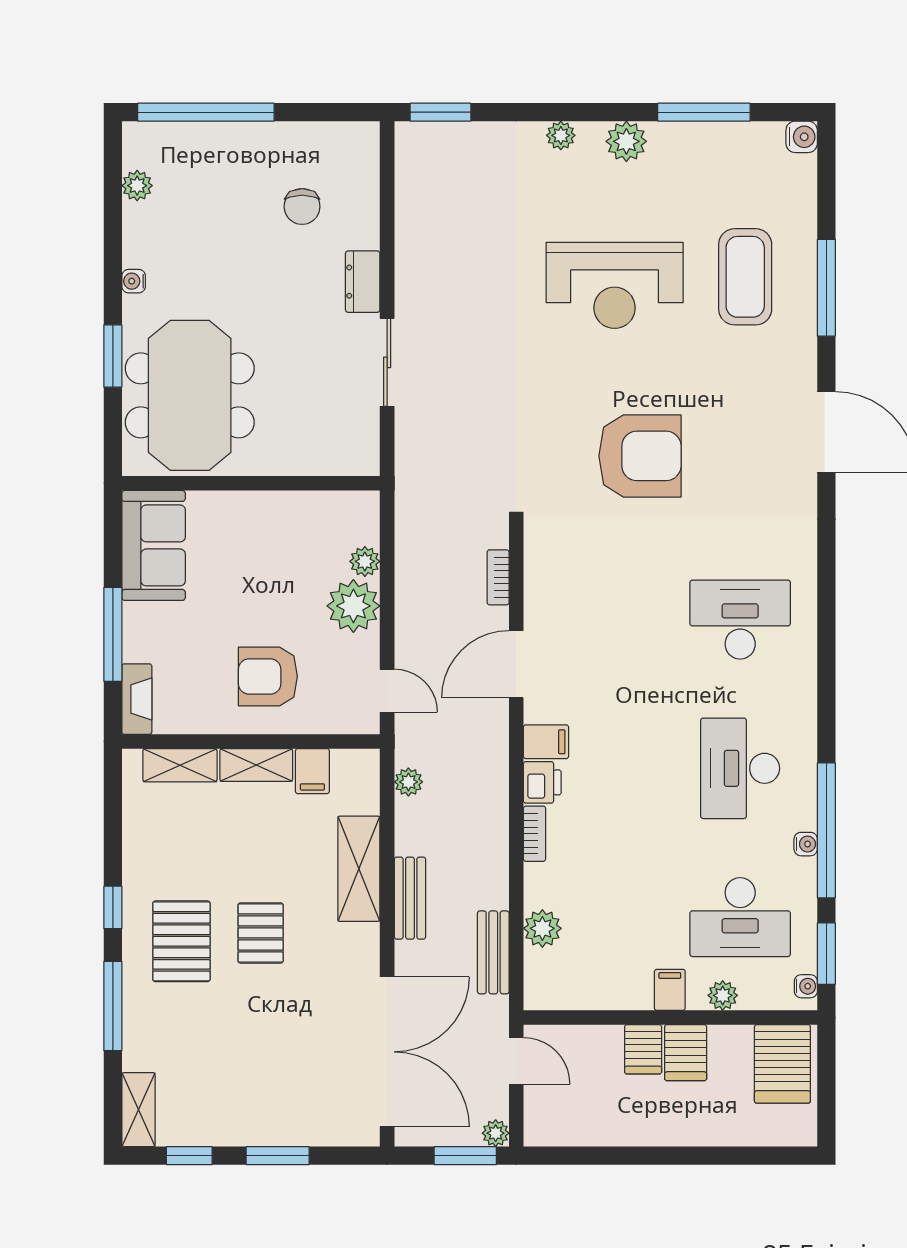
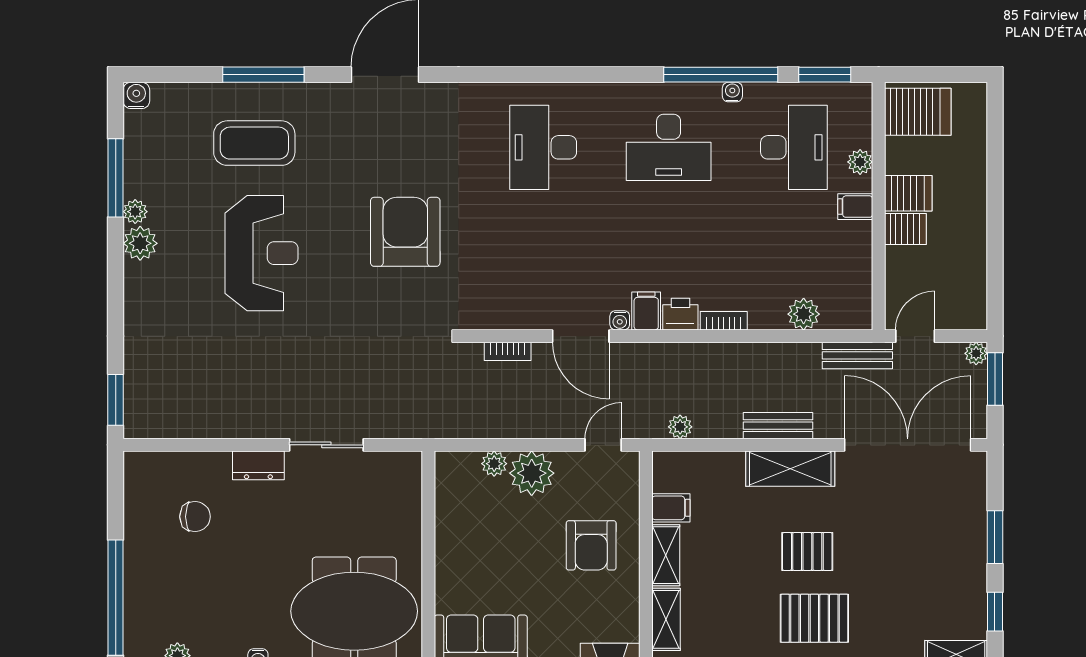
plant: (561, 135) -> (135, 212), moved
shelving: (359, 869) -> (790, 469), moved
bench: (493, 952) -> (857, 355), moved
water cooler: (806, 986) -> (620, 320), moved, turned 180

